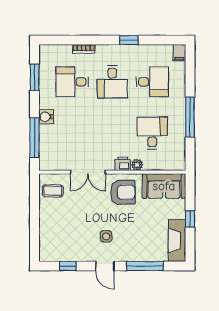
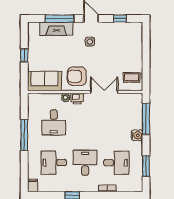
fireplace: (177, 241) -> (56, 29), moved, turned 90

